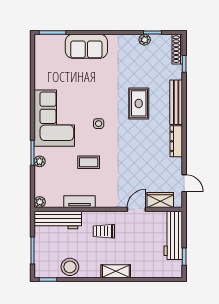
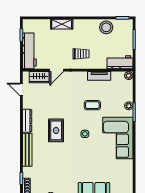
rug: (139, 103) -> (56, 130), moved
workbench: (58, 220) -> (120, 62), width x0.73
shelving: (116, 271) -> (62, 24), moved

